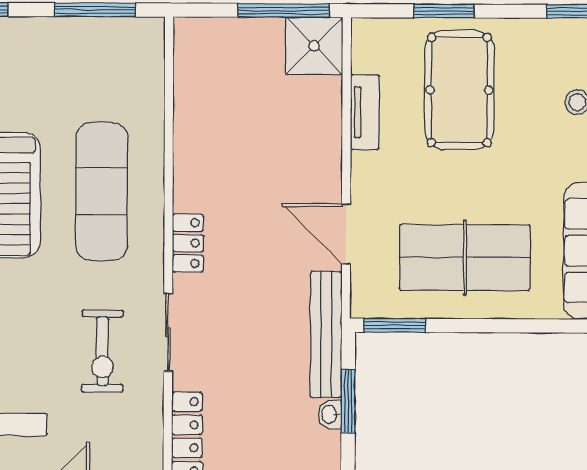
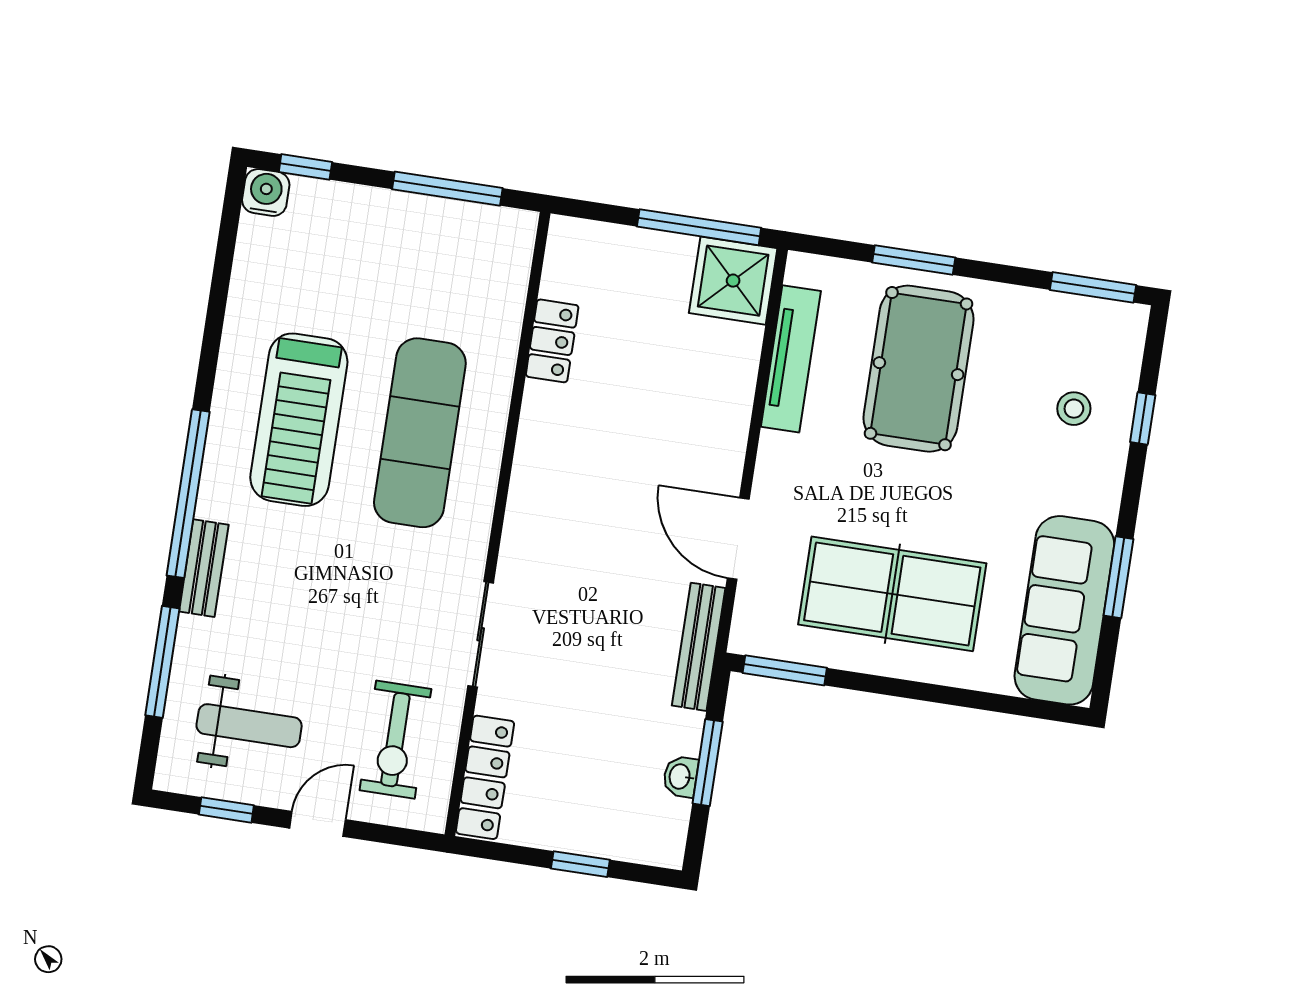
tv unit: (365, 112) -> (791, 359), width x1.41
locker: (188, 243) -> (552, 341), moved
bench: (326, 334) -> (699, 647), width x0.73, depth x0.82
exercise bike: (103, 351) -> (395, 740), moved

